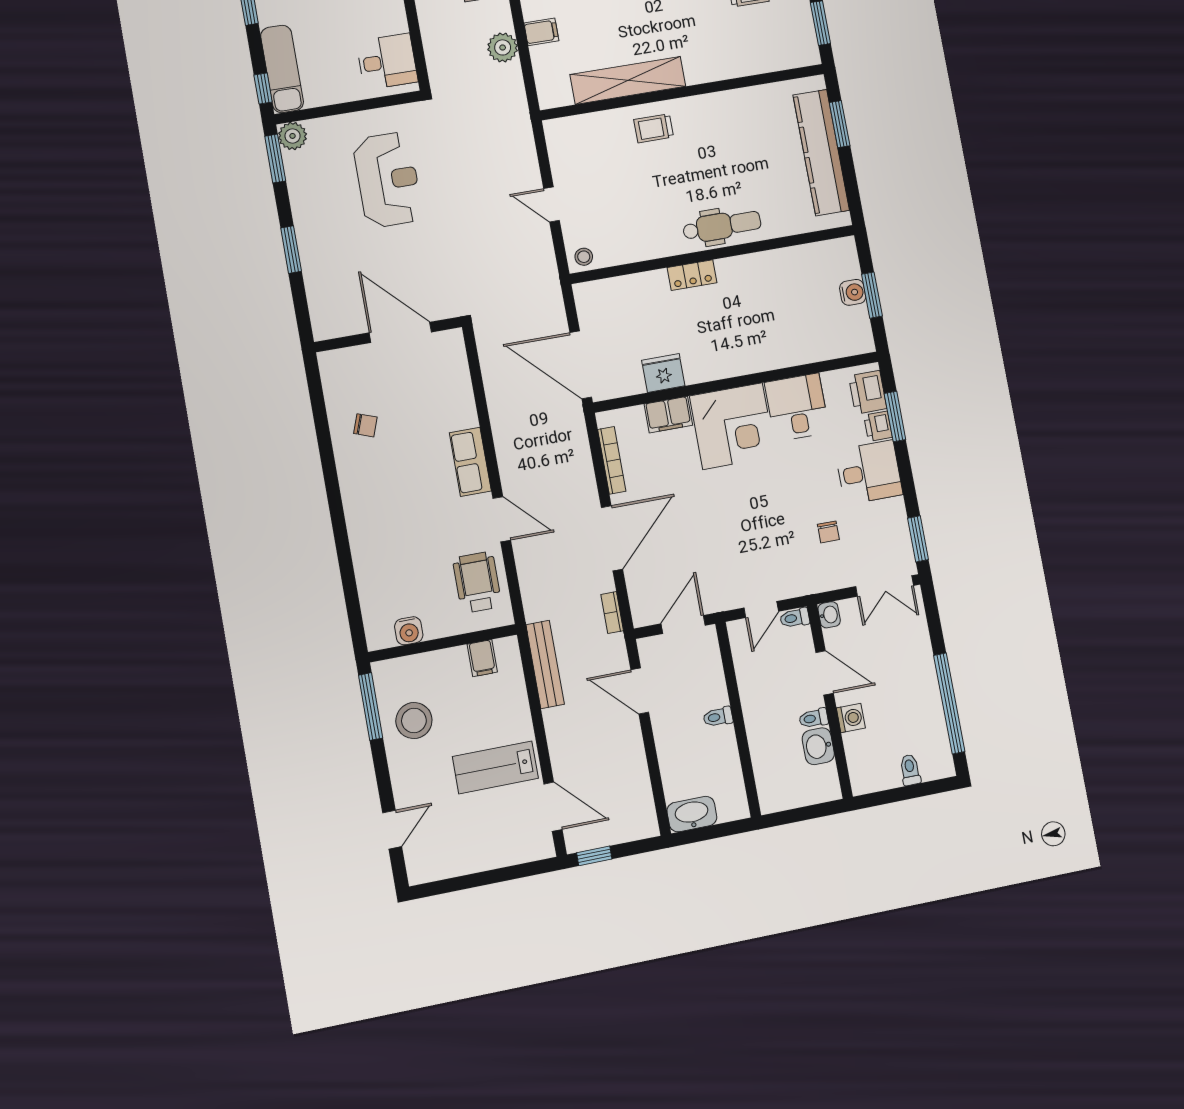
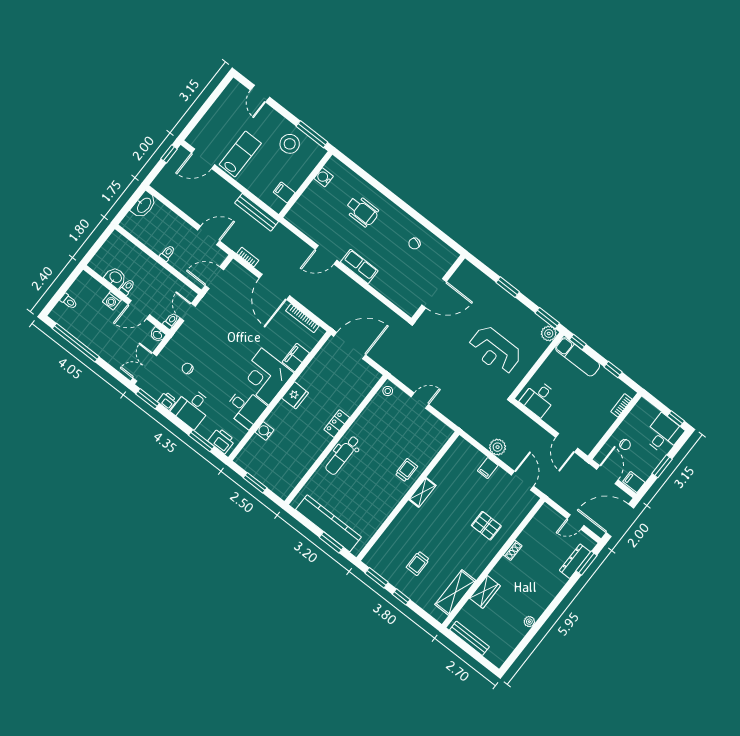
shelving: (628, 80) -> (422, 492), width x0.45, depth x0.75
water cooler: (853, 292) -> (265, 431), moved, turned 90
fridge: (663, 373) -> (295, 395), moved
printer: (878, 426) -> (167, 401), moved
wheelchair: (477, 582) -> (362, 211), moved
door: (683, 625) -> (214, 278), swing flipped

